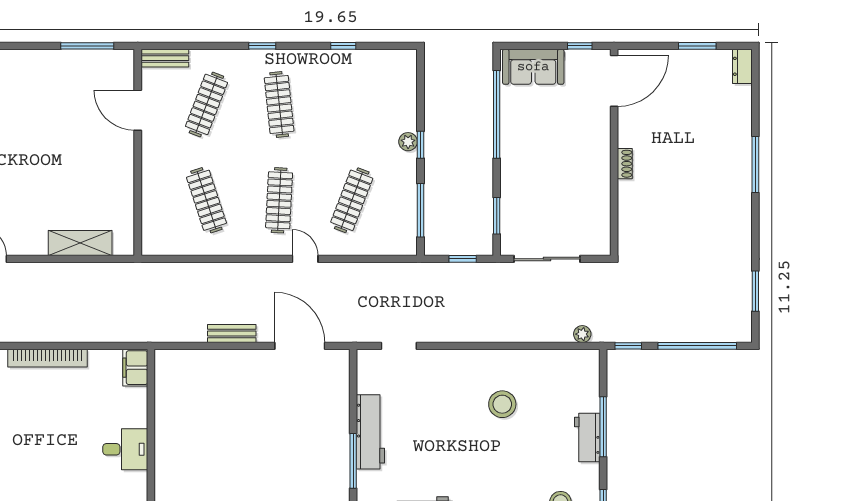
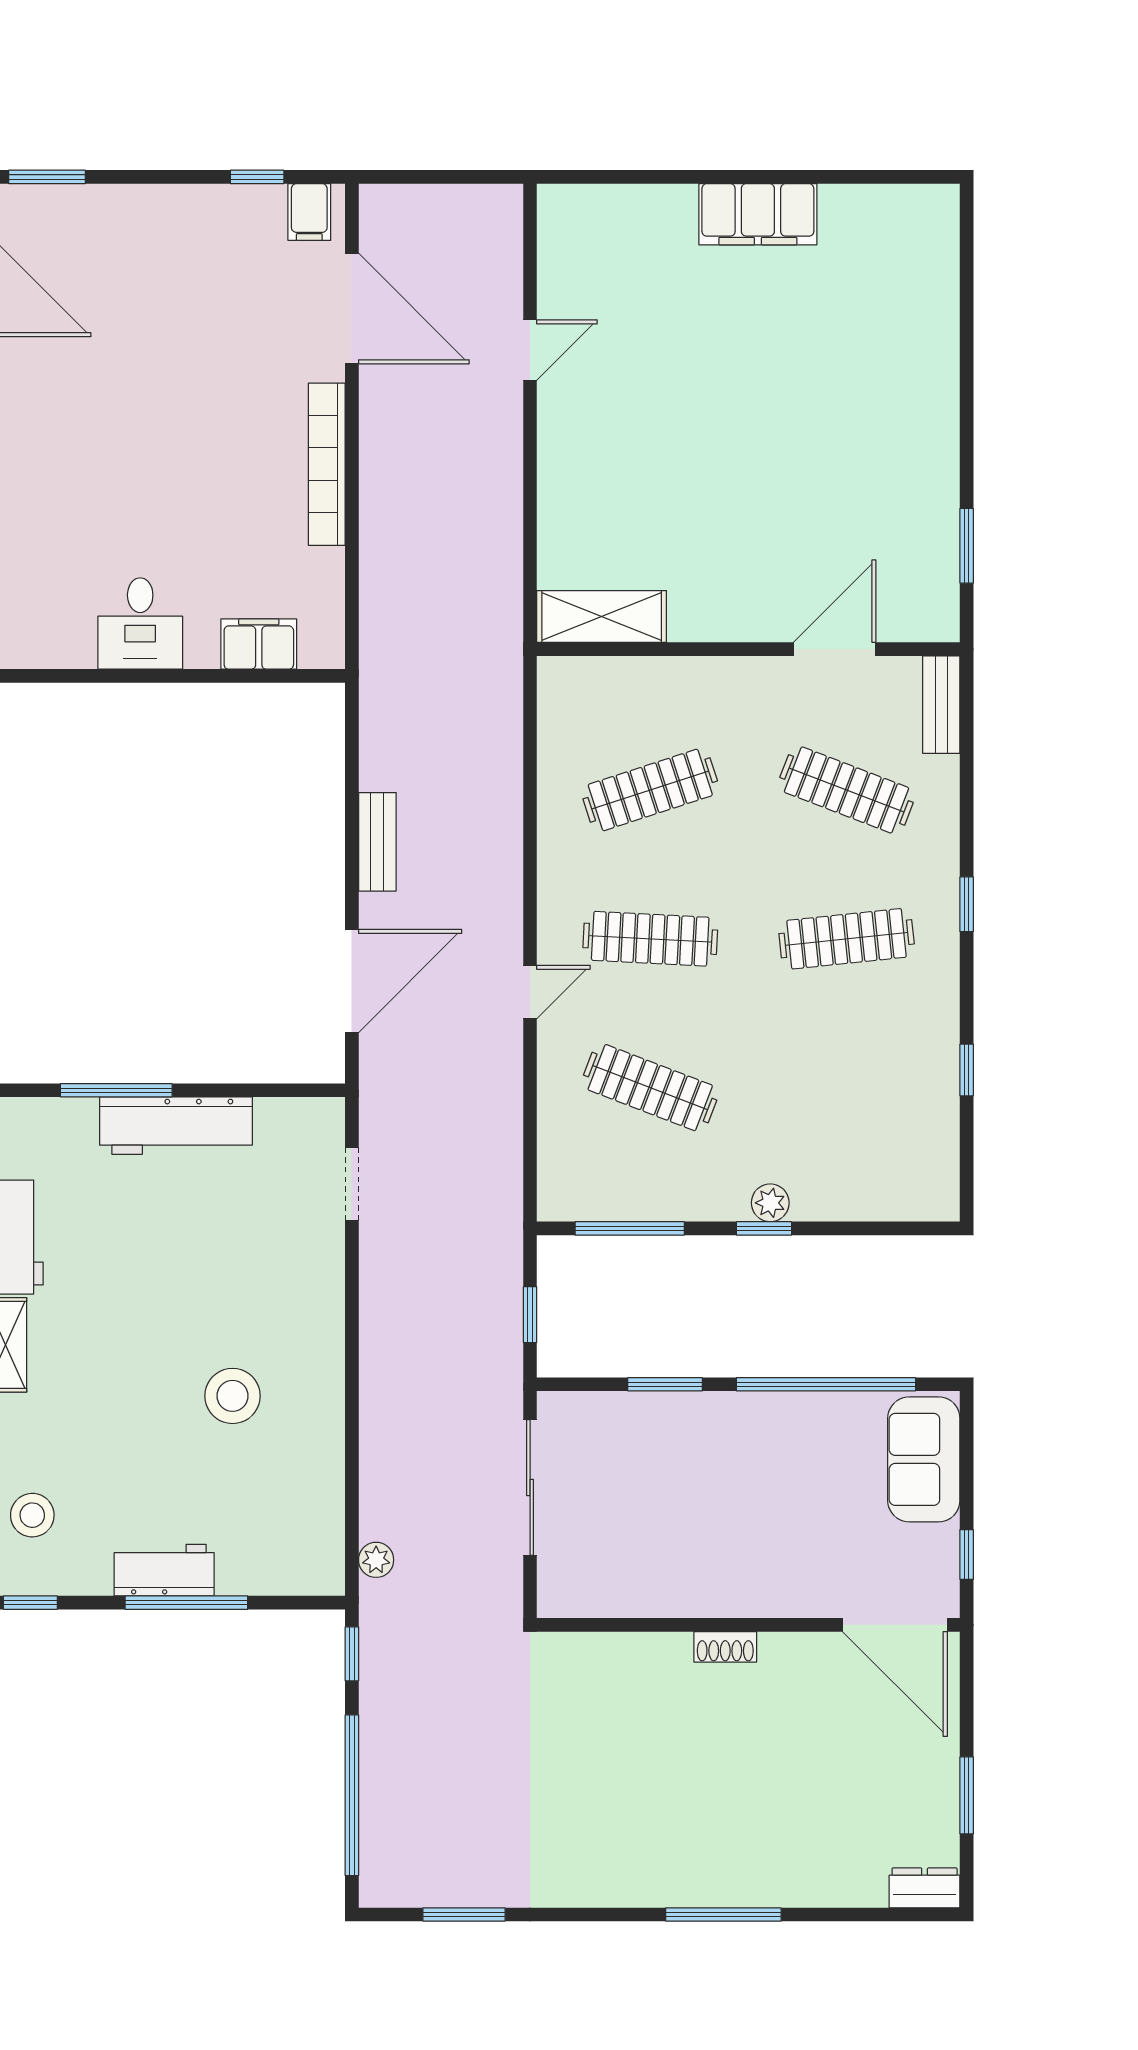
window: (87, 46) -> (967, 546), width x0.69
window: (497, 216) -> (665, 1384), moved
shelving: (80, 243) -> (602, 617), moved, turned 90
filing cabinet: (135, 368) -> (259, 644), moved

